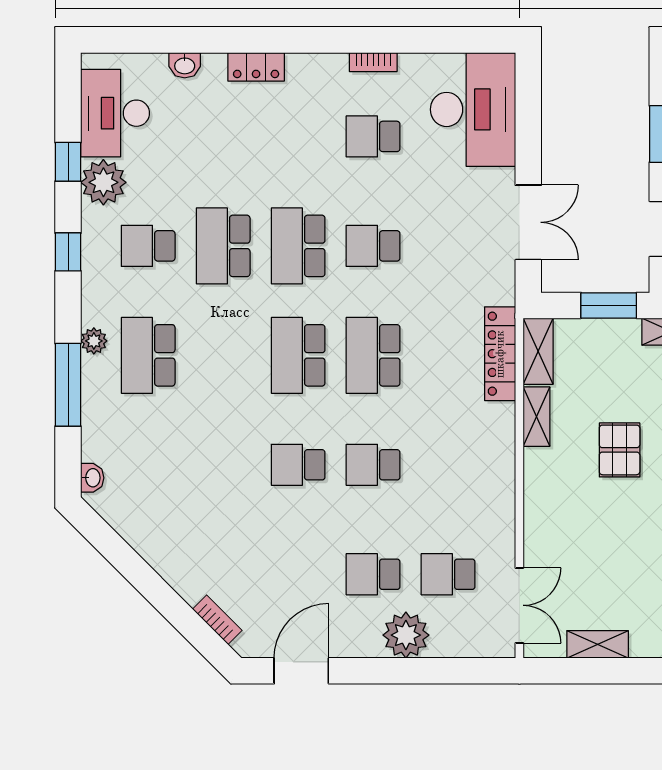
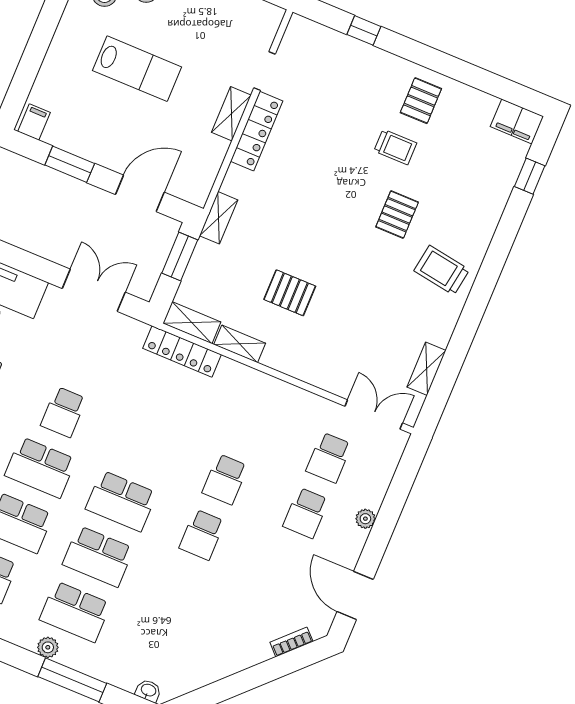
school desk: (373, 355) -> (98, 556), moved
plant: (406, 635) -> (365, 519), width x0.53, depth x0.53

